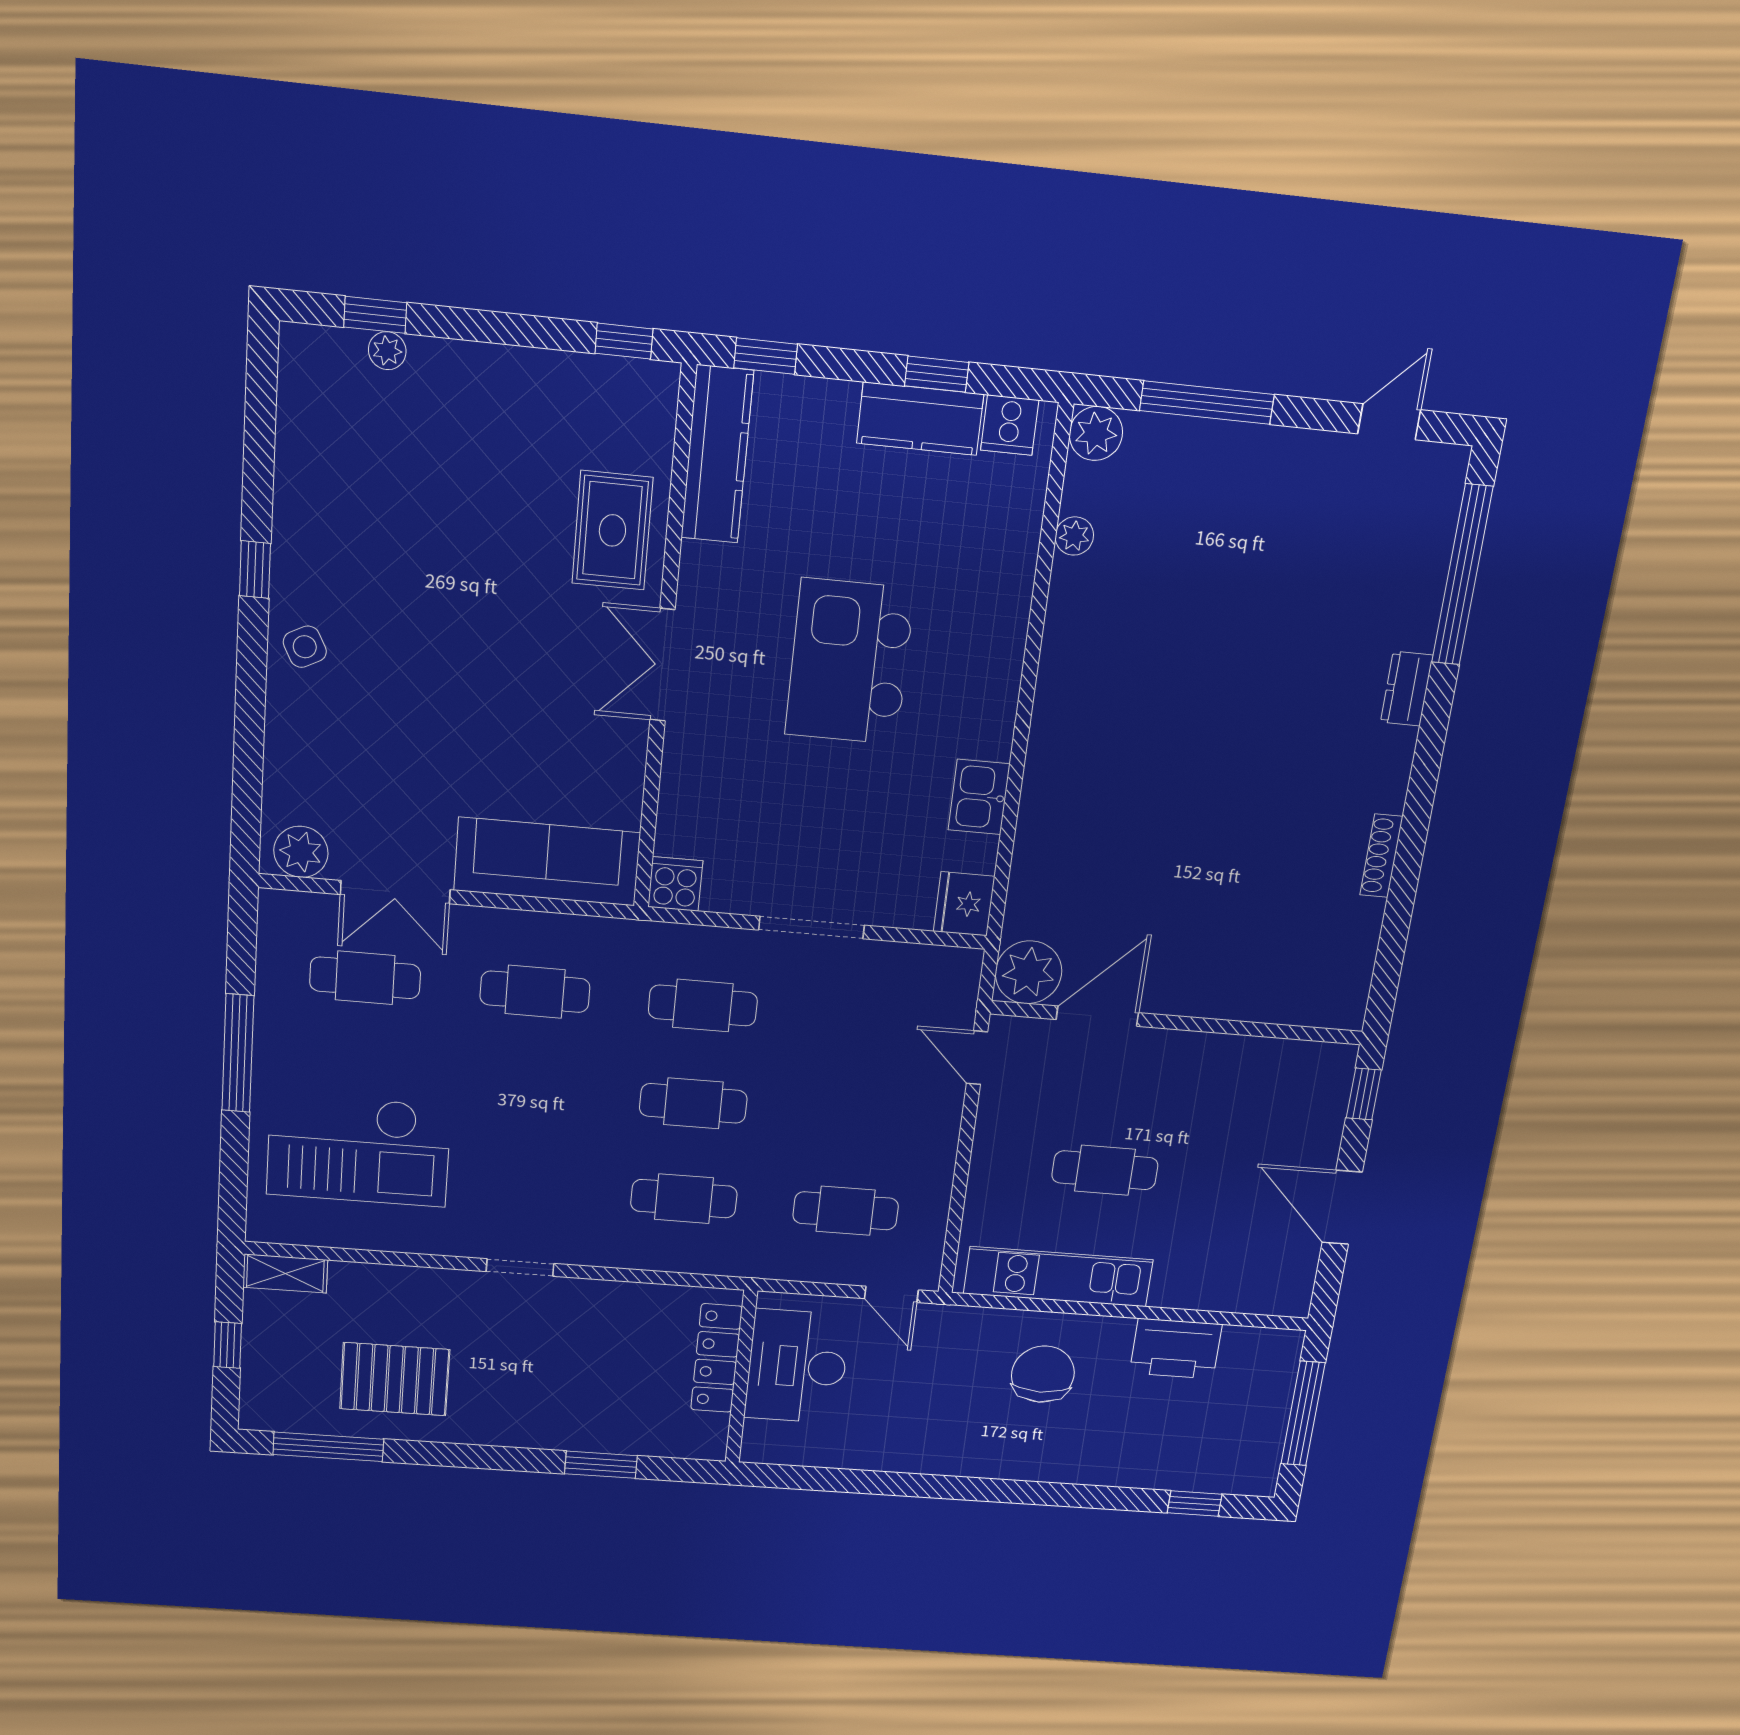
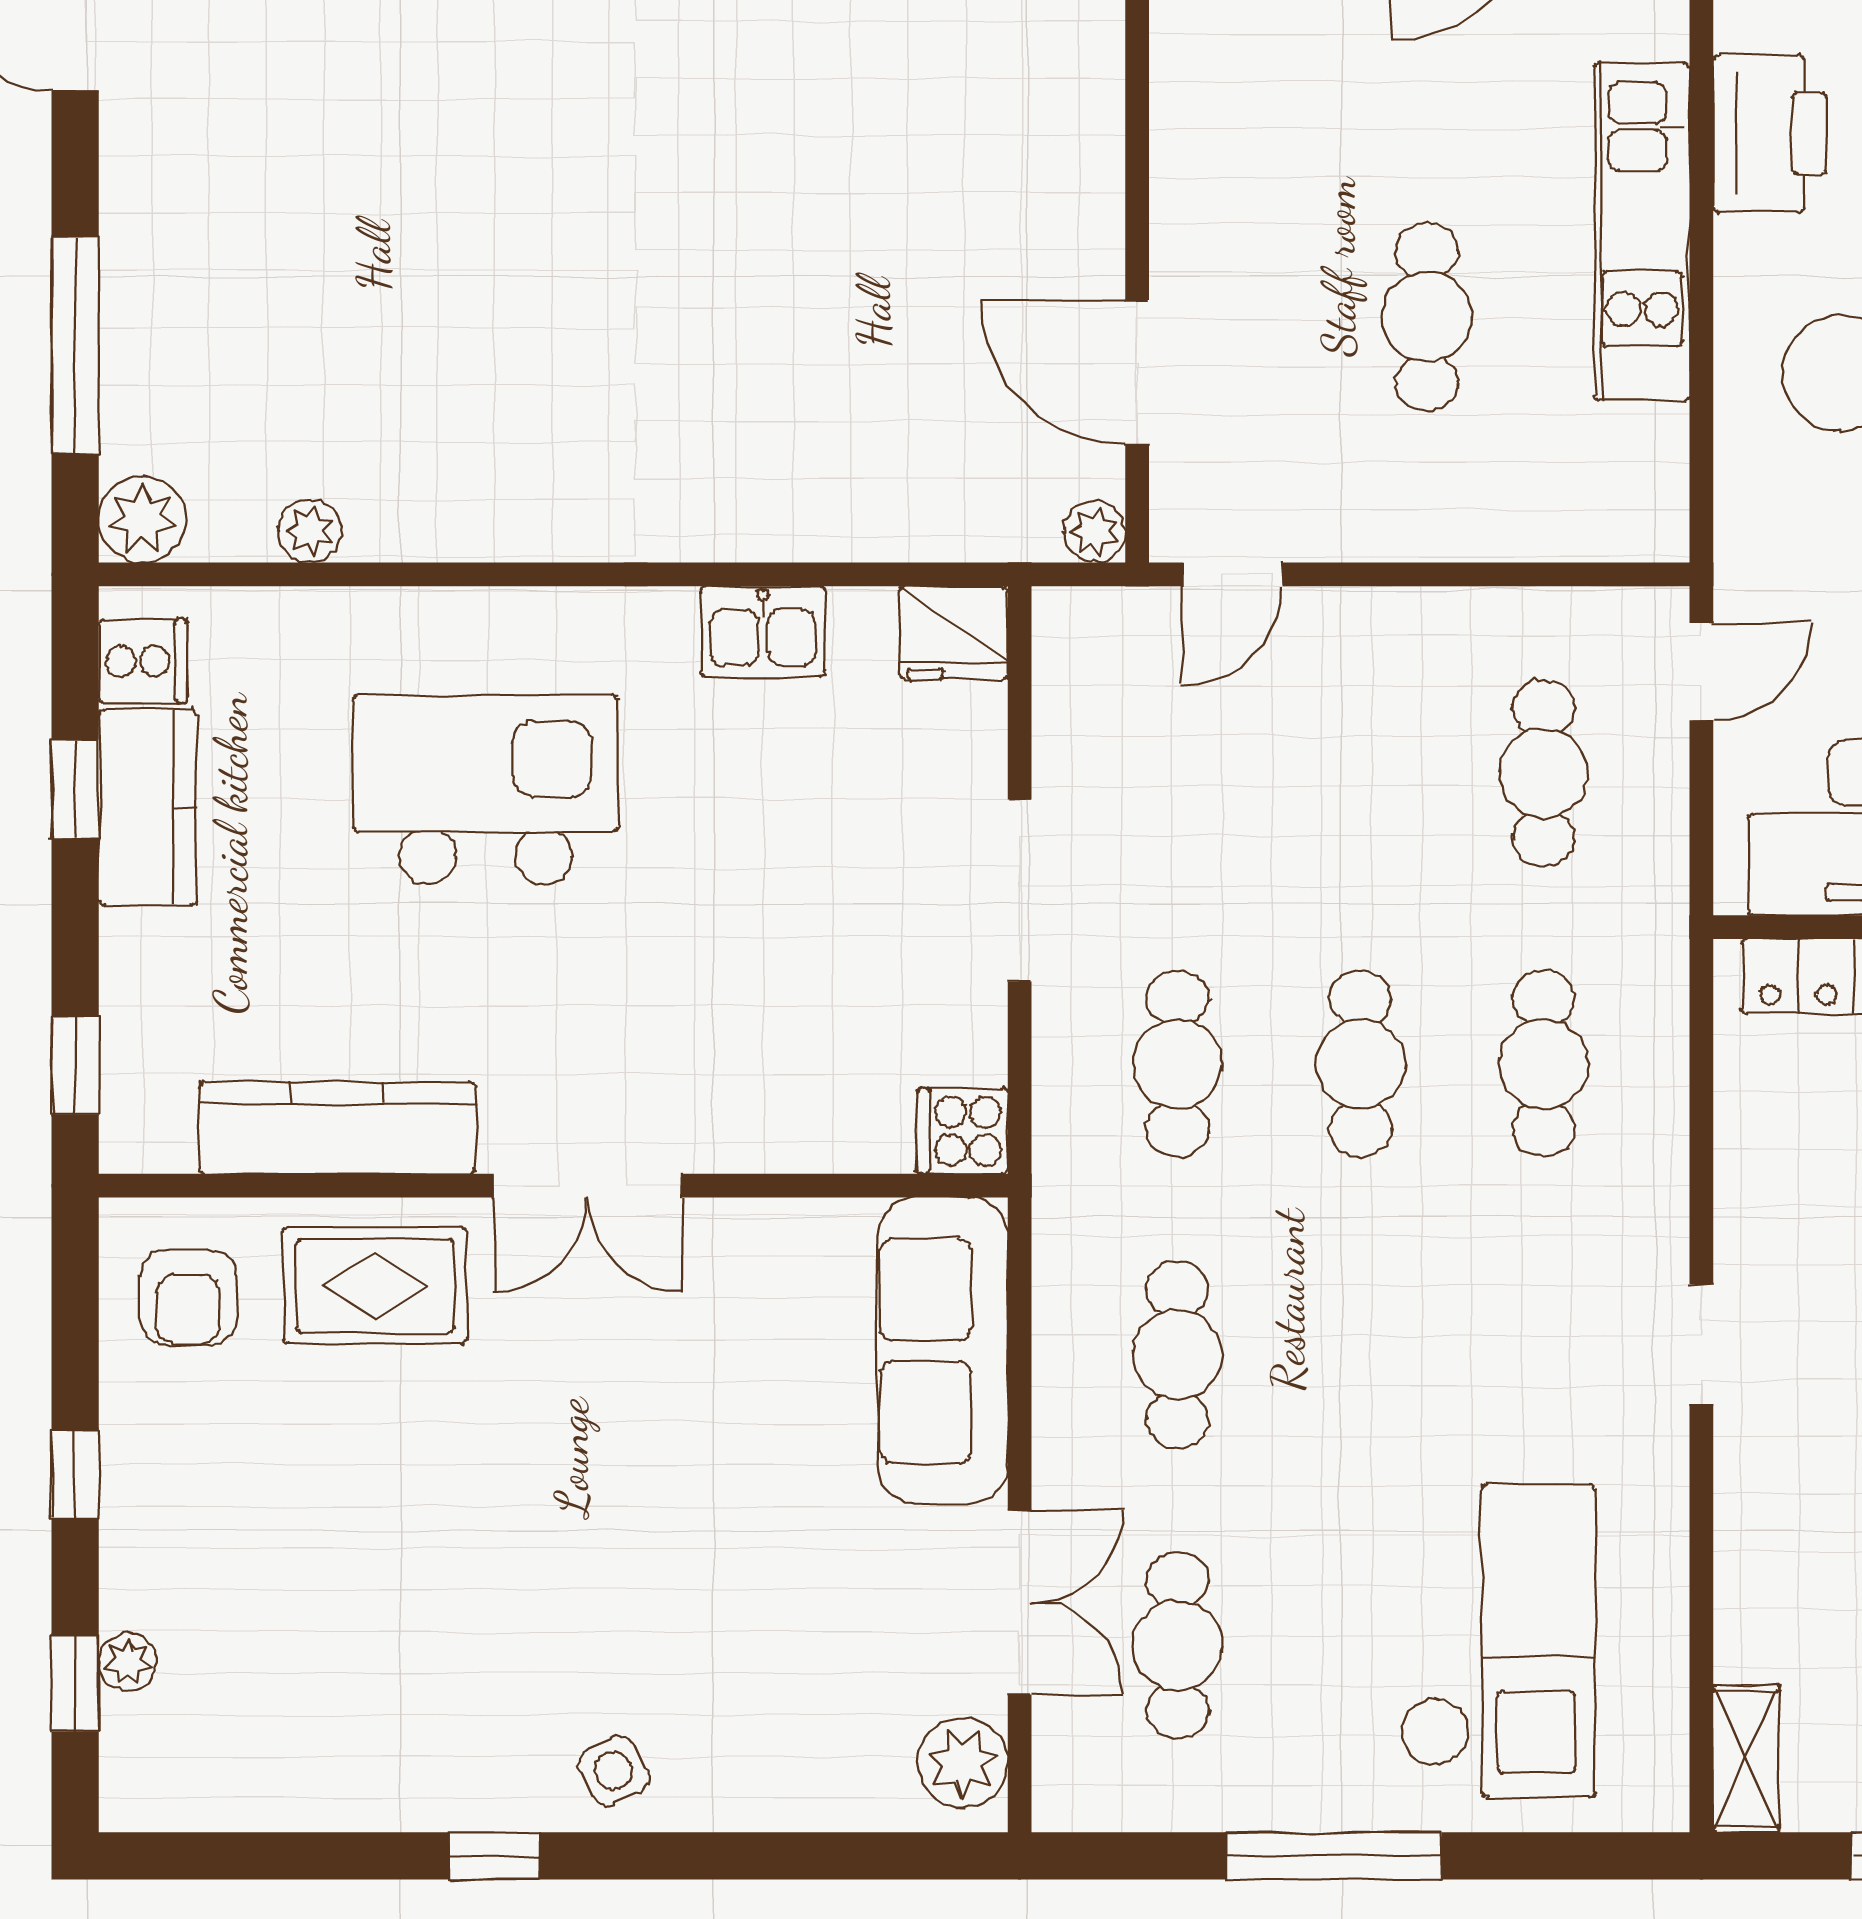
window: (624, 341) -> (75, 1474), moved
armchair: (614, 413) -> (188, 1298), added
kitchen counter: (717, 454) -> (337, 1128), moved
kitchen island: (849, 662) -> (486, 790), moved, turned 180
plant: (1029, 972) -> (1094, 532), width x0.53, depth x0.53
kitchen unit: (1058, 1277) -> (1642, 231), moved

